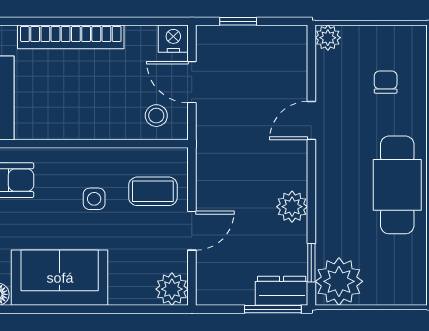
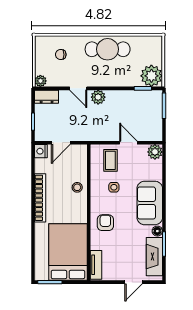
stool: (156, 116) -> (77, 187), moved
plant: (292, 207) -> (98, 97), moved
dresser: (282, 291) -> (47, 97), moved, turned -90

